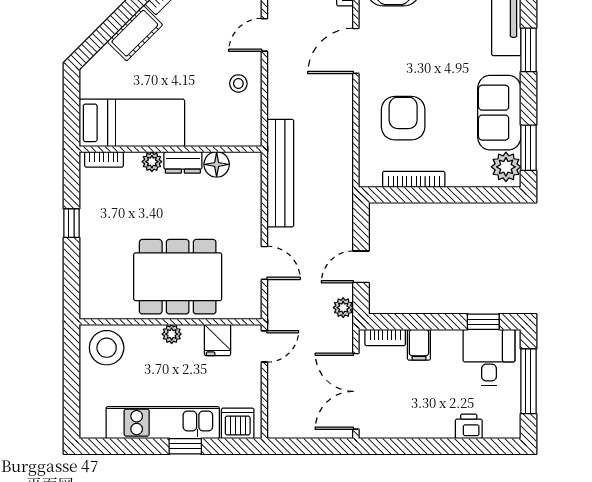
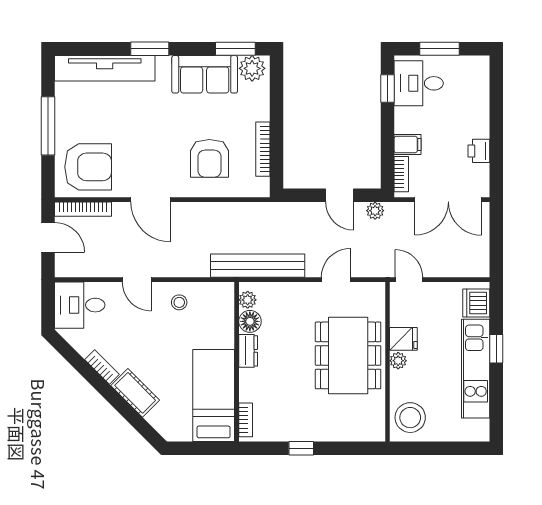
armchair: (403, 118) -> (209, 158), turned -90
plant: (152, 162) -> (248, 300), moved
fridge: (217, 340) -> (403, 339), moved
window: (528, 381) -> (439, 49), width x0.69
printer: (469, 426) -> (479, 151), moved

